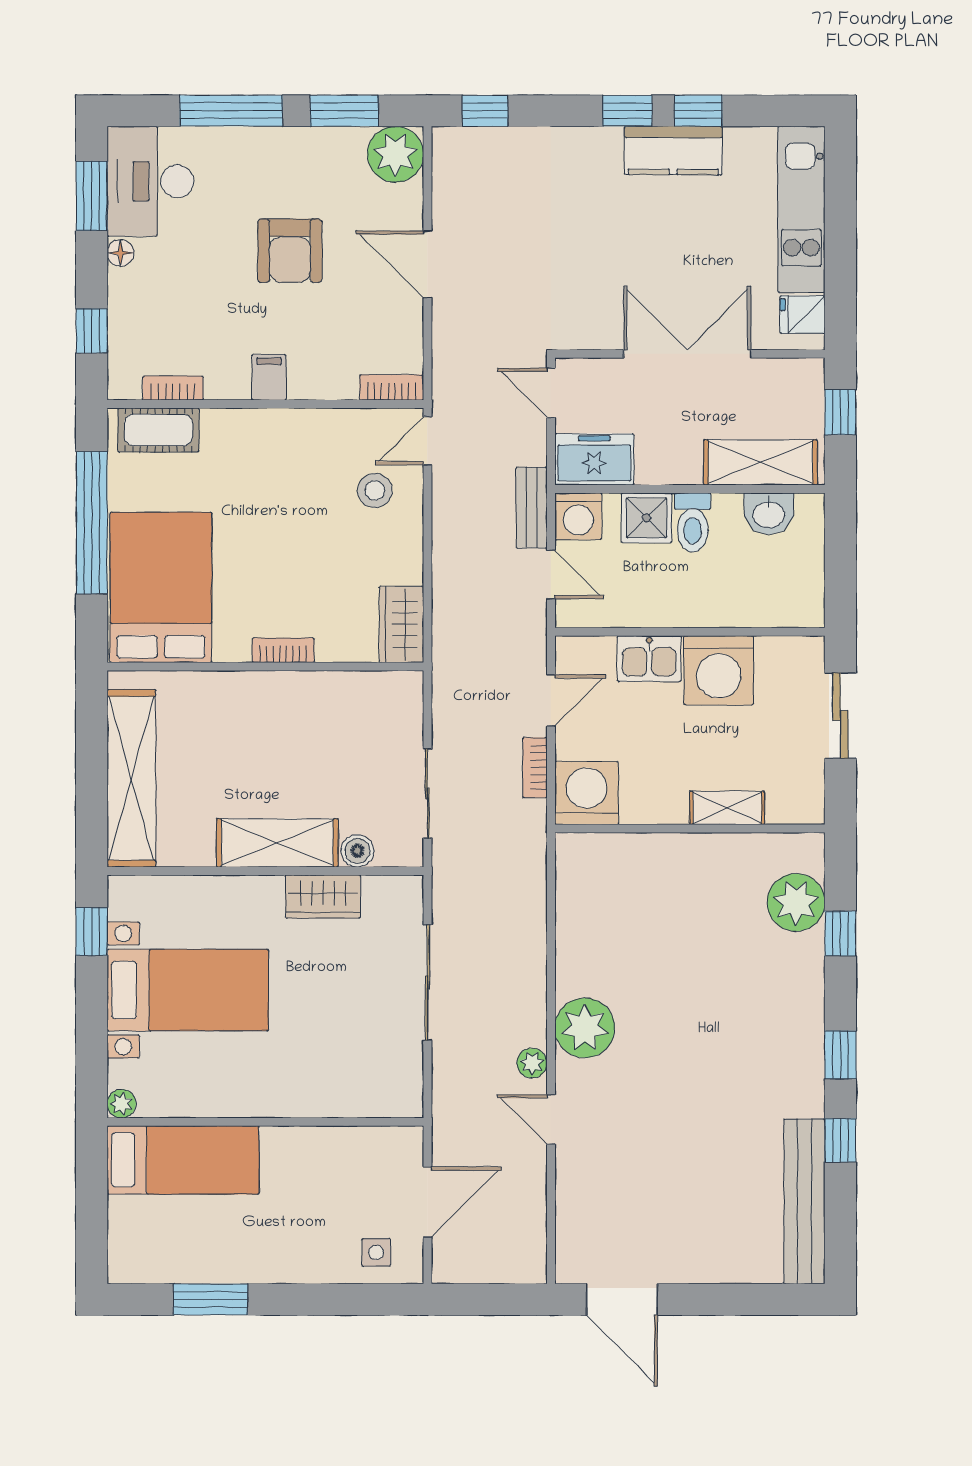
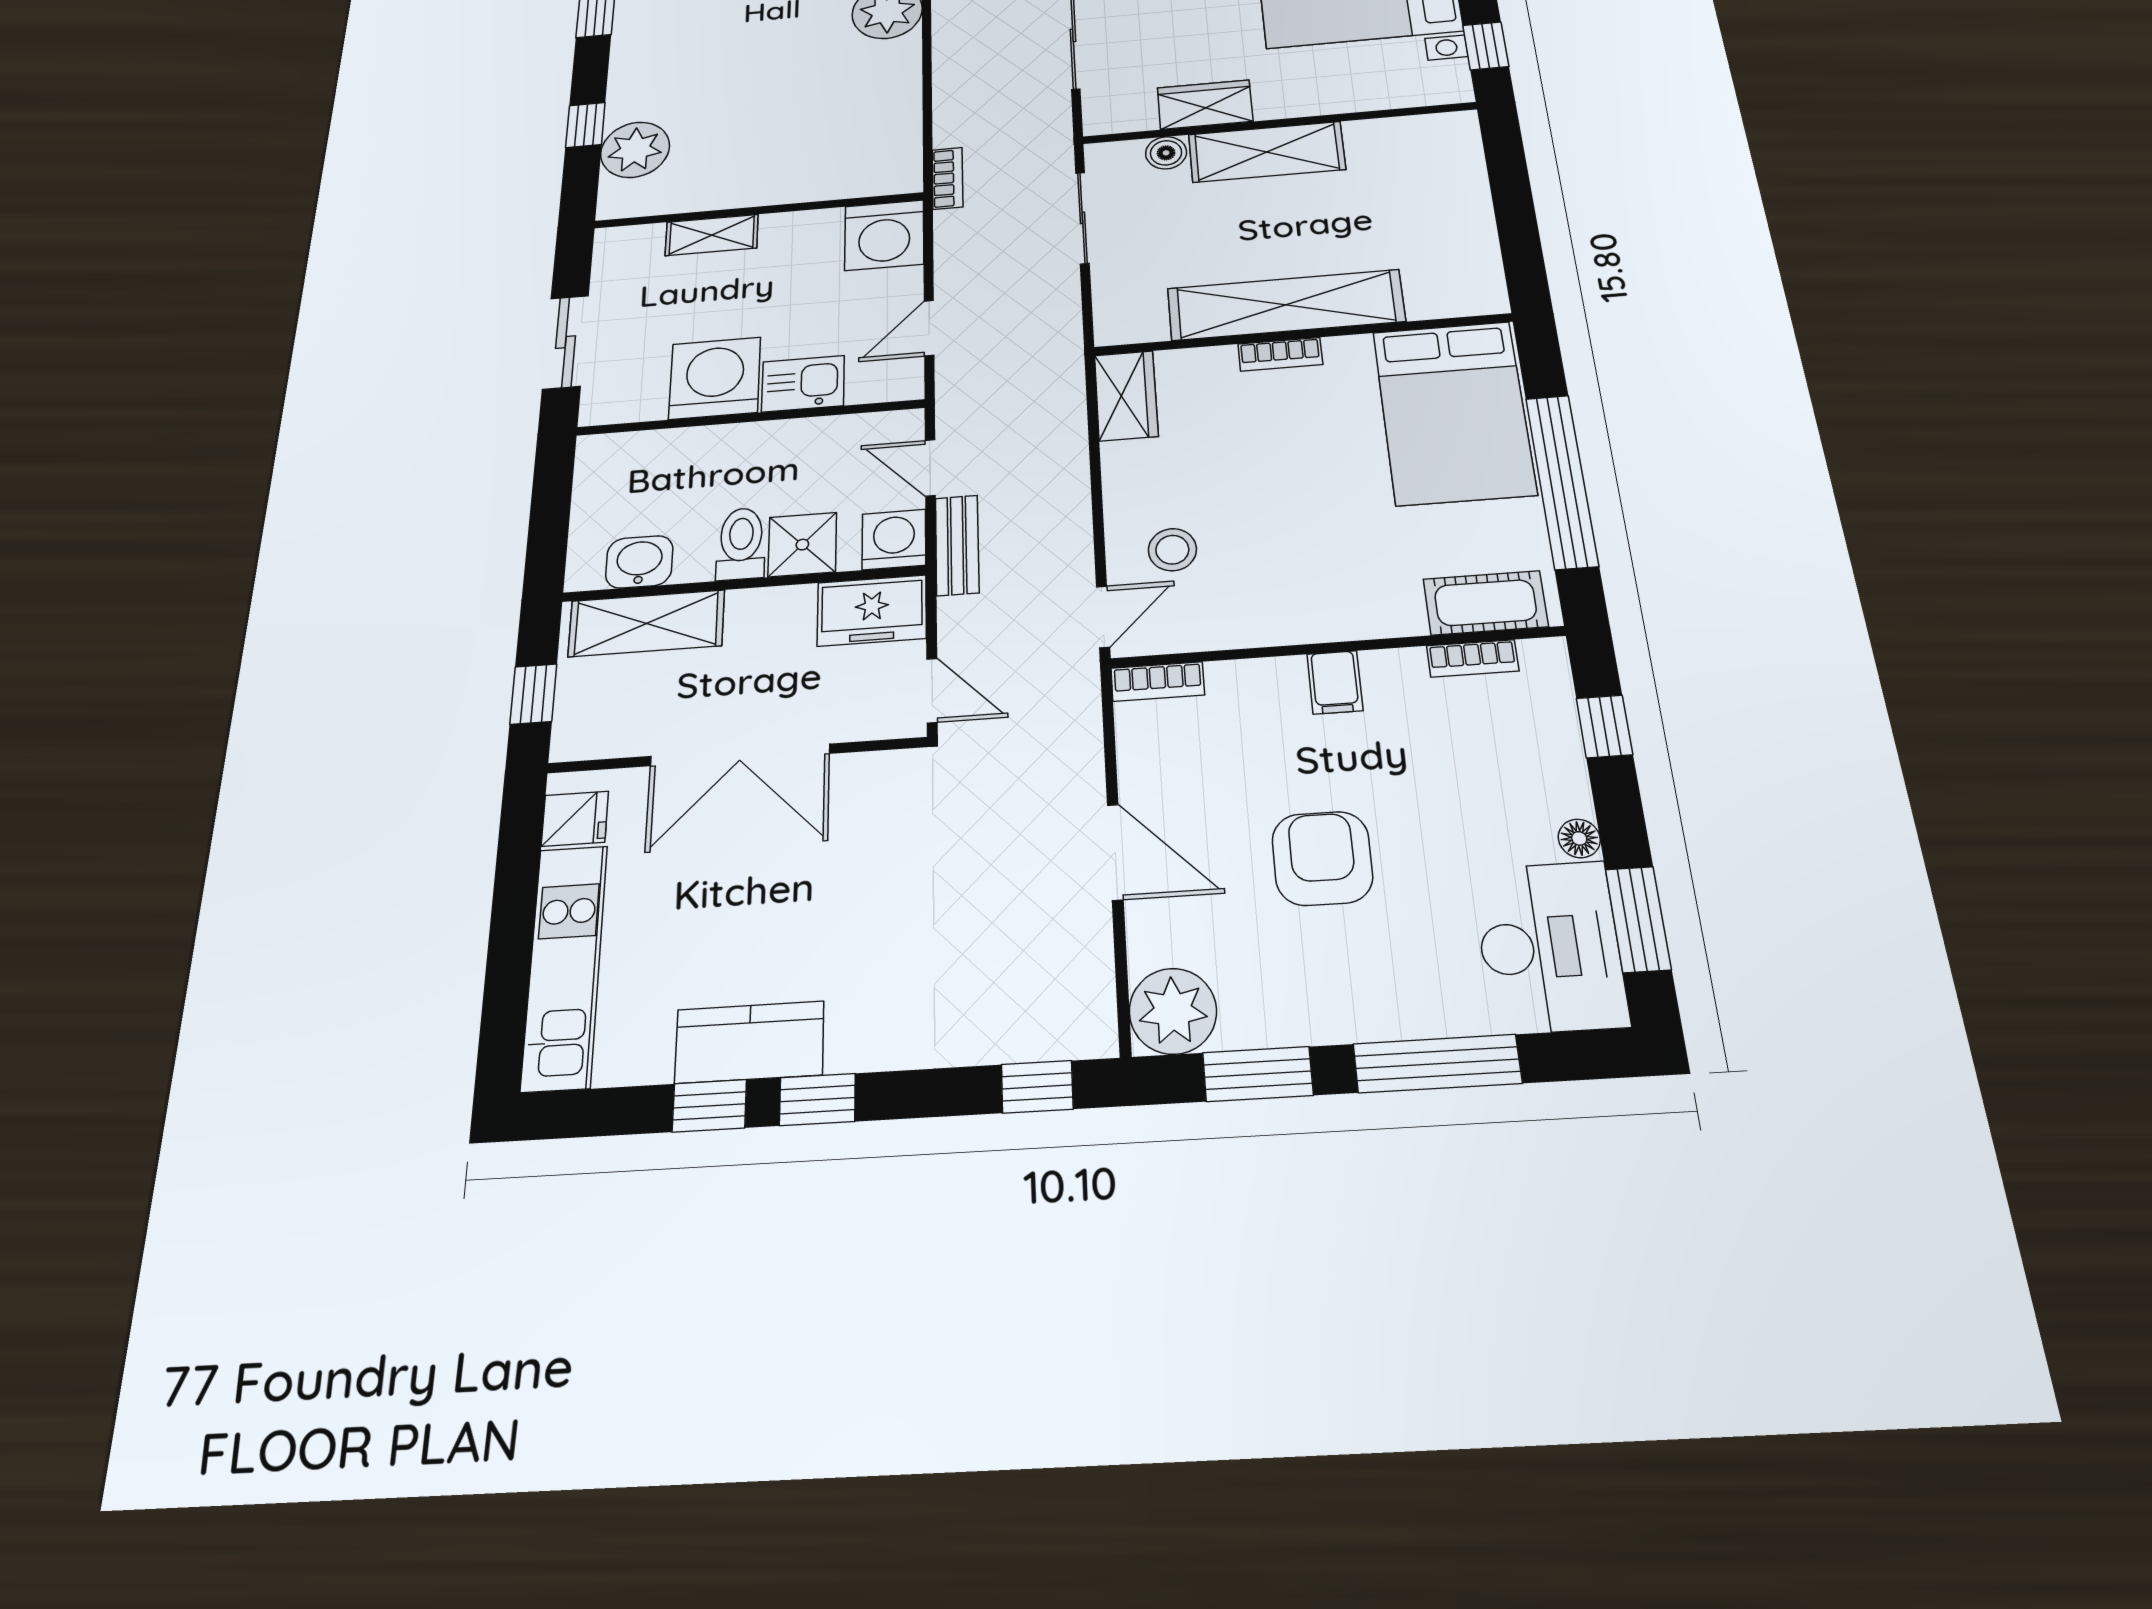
bookcase: (535, 768) -> (947, 178), moved
shelving: (131, 778) -> (1286, 305), moved, turned 90

